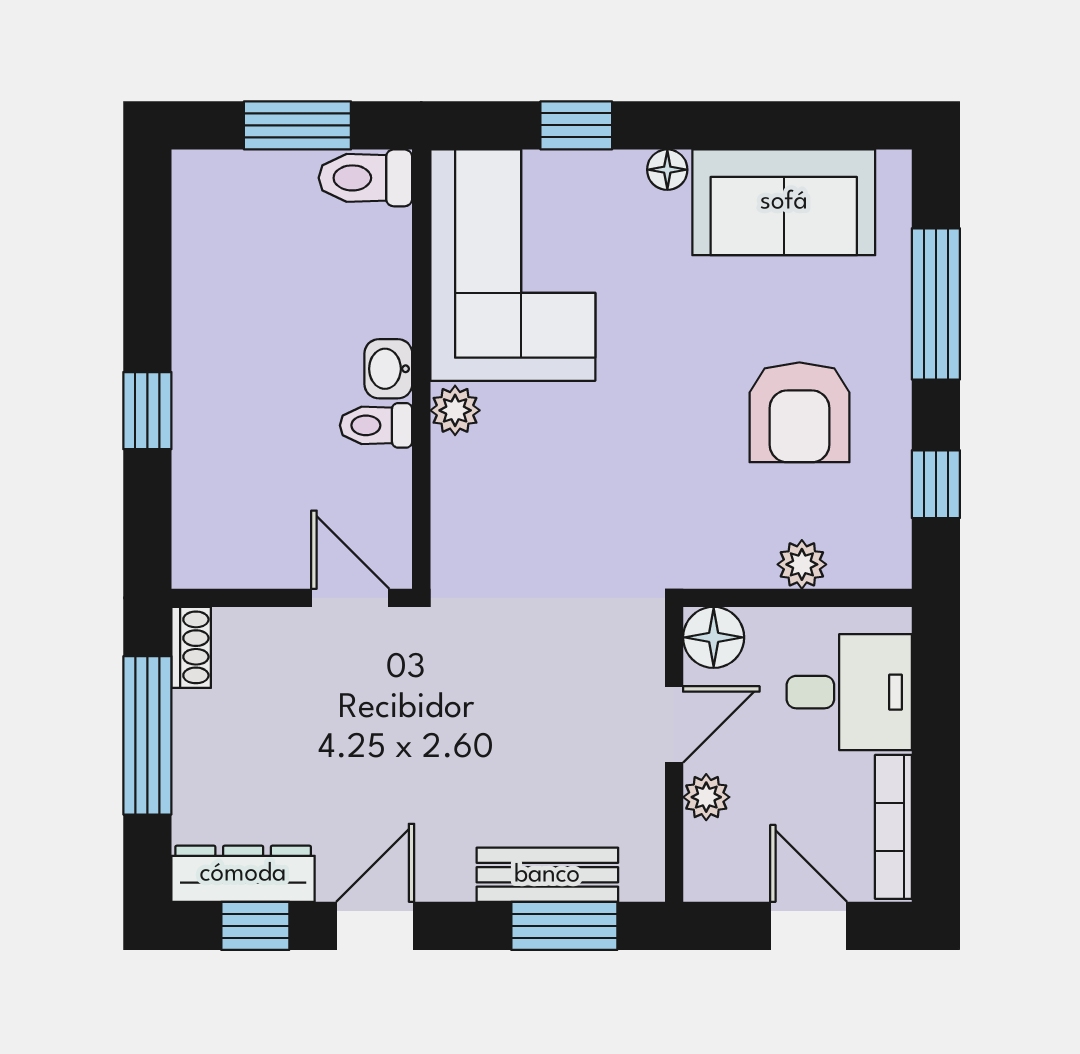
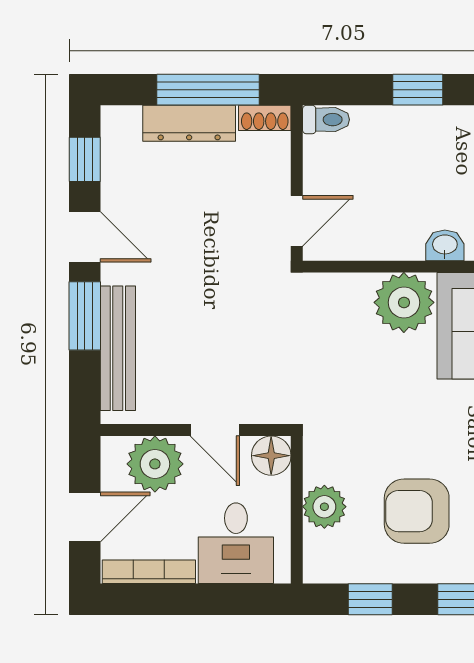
plant: (455, 410) -> (404, 302), width x1.87, depth x1.87
toilet: (376, 425) -> (326, 120), moved, turned 90
plant: (802, 564) -> (324, 507), width x1.38, depth x1.38
plant: (706, 797) -> (155, 464), width x1.88, depth x1.88
dresser: (243, 874) -> (189, 123), moved, turned 90
bench: (547, 875) -> (118, 348), width x1.36
window: (564, 926) -> (85, 316), moved

